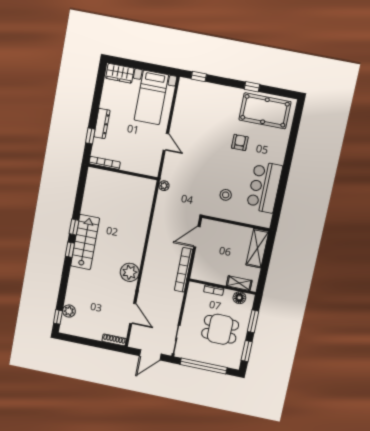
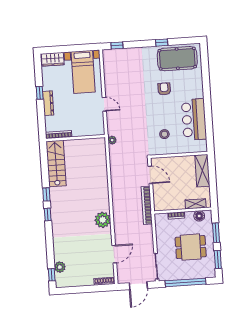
window: (90, 136) -> (40, 93), moved
door: (197, 237) -> (150, 175), swing flipped
stairs: (85, 242) -> (56, 163), moved
door: (133, 314) -> (114, 254), hinge flipped

